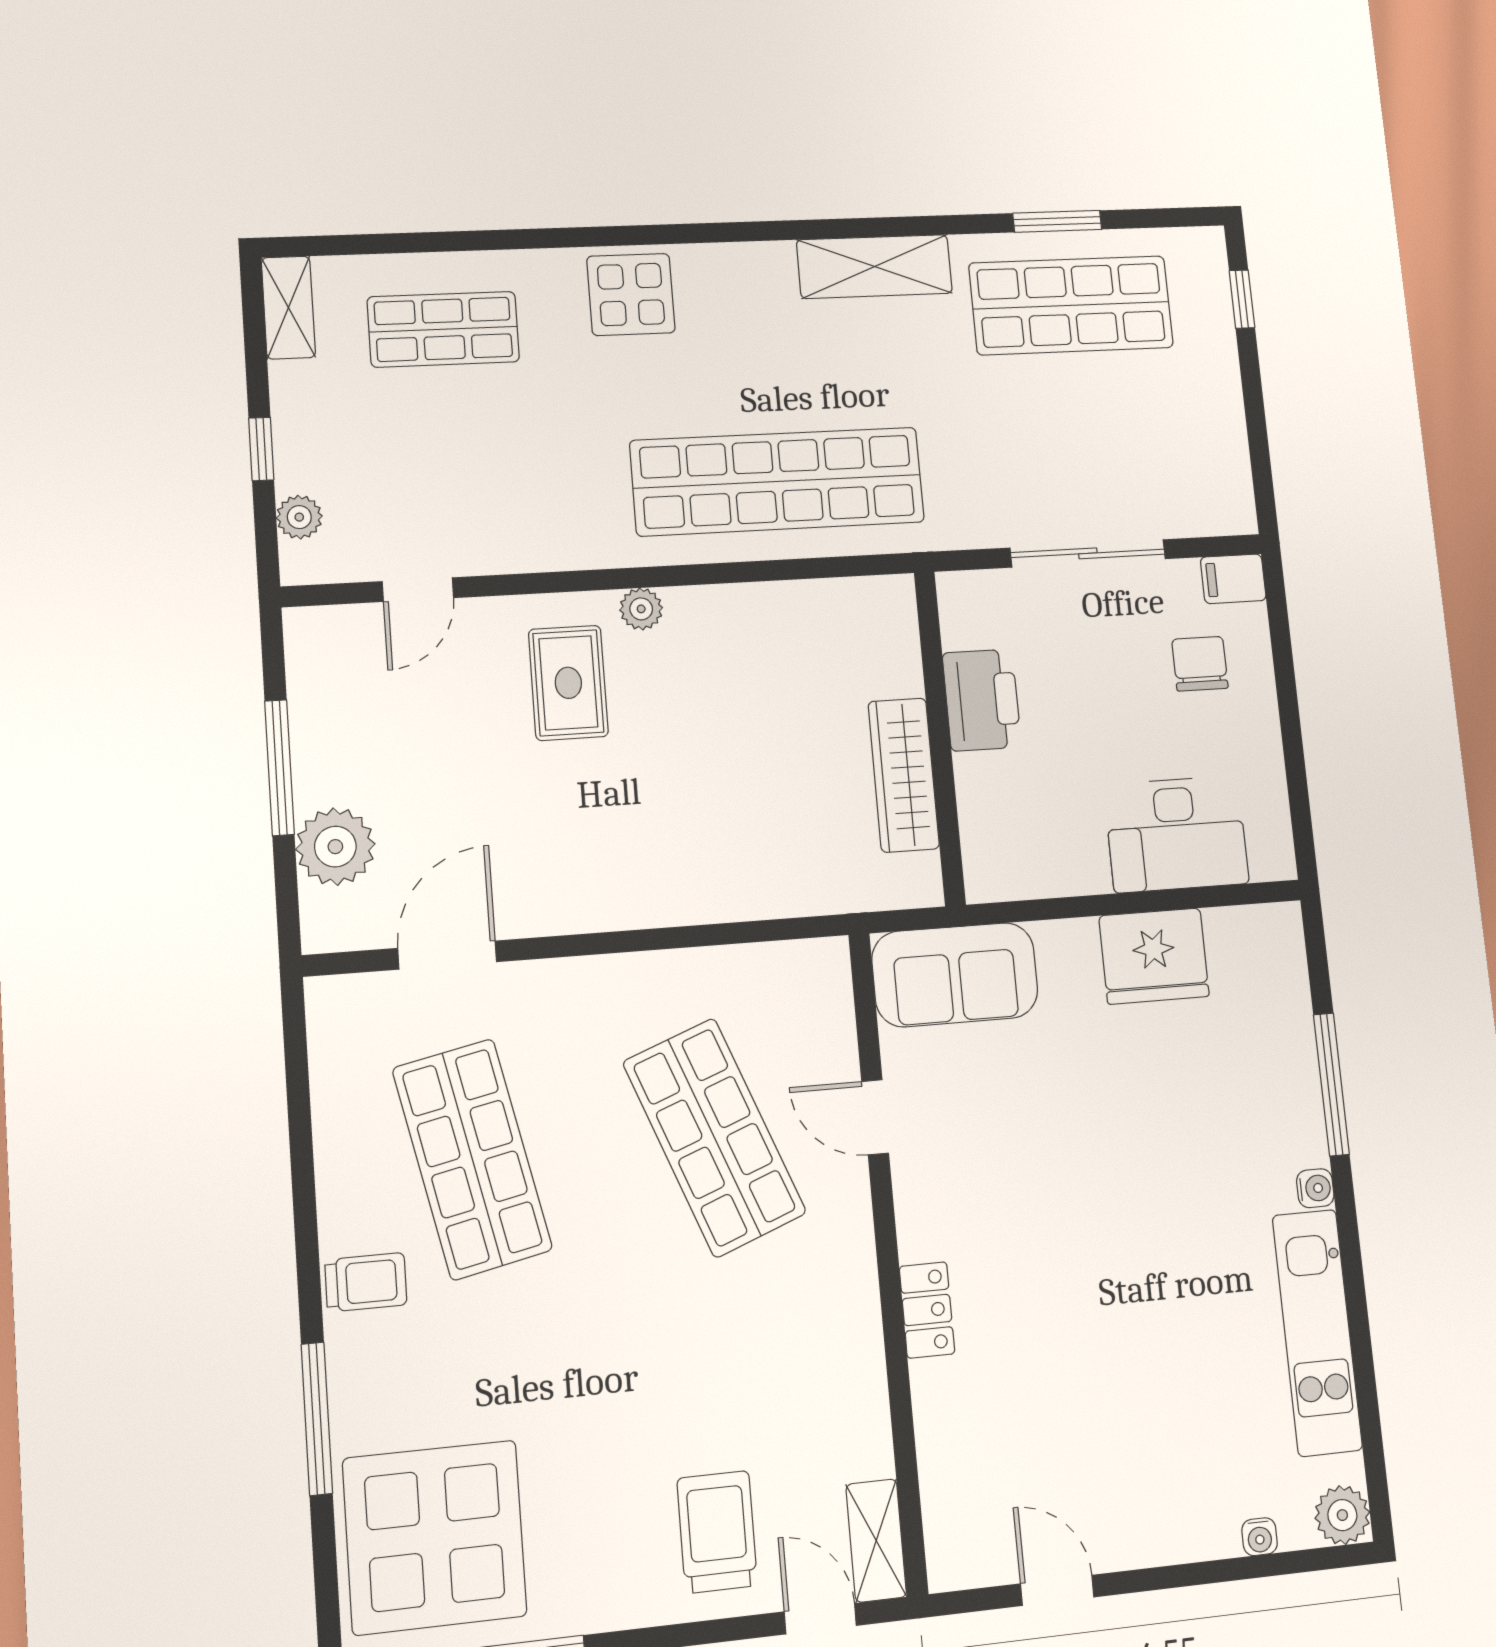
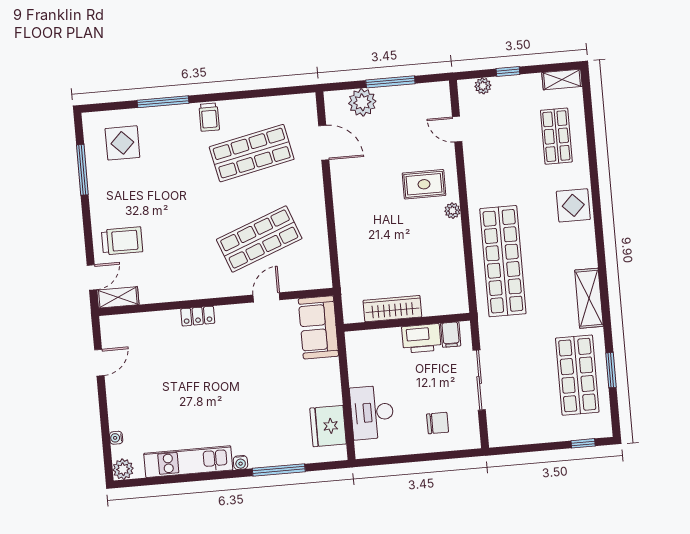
filing cabinet: (1233, 579) -> (451, 335), moved, turned 180
fridge: (1154, 956) -> (328, 426), moved
display table: (435, 1537) -> (122, 143), width x0.54, depth x0.54

